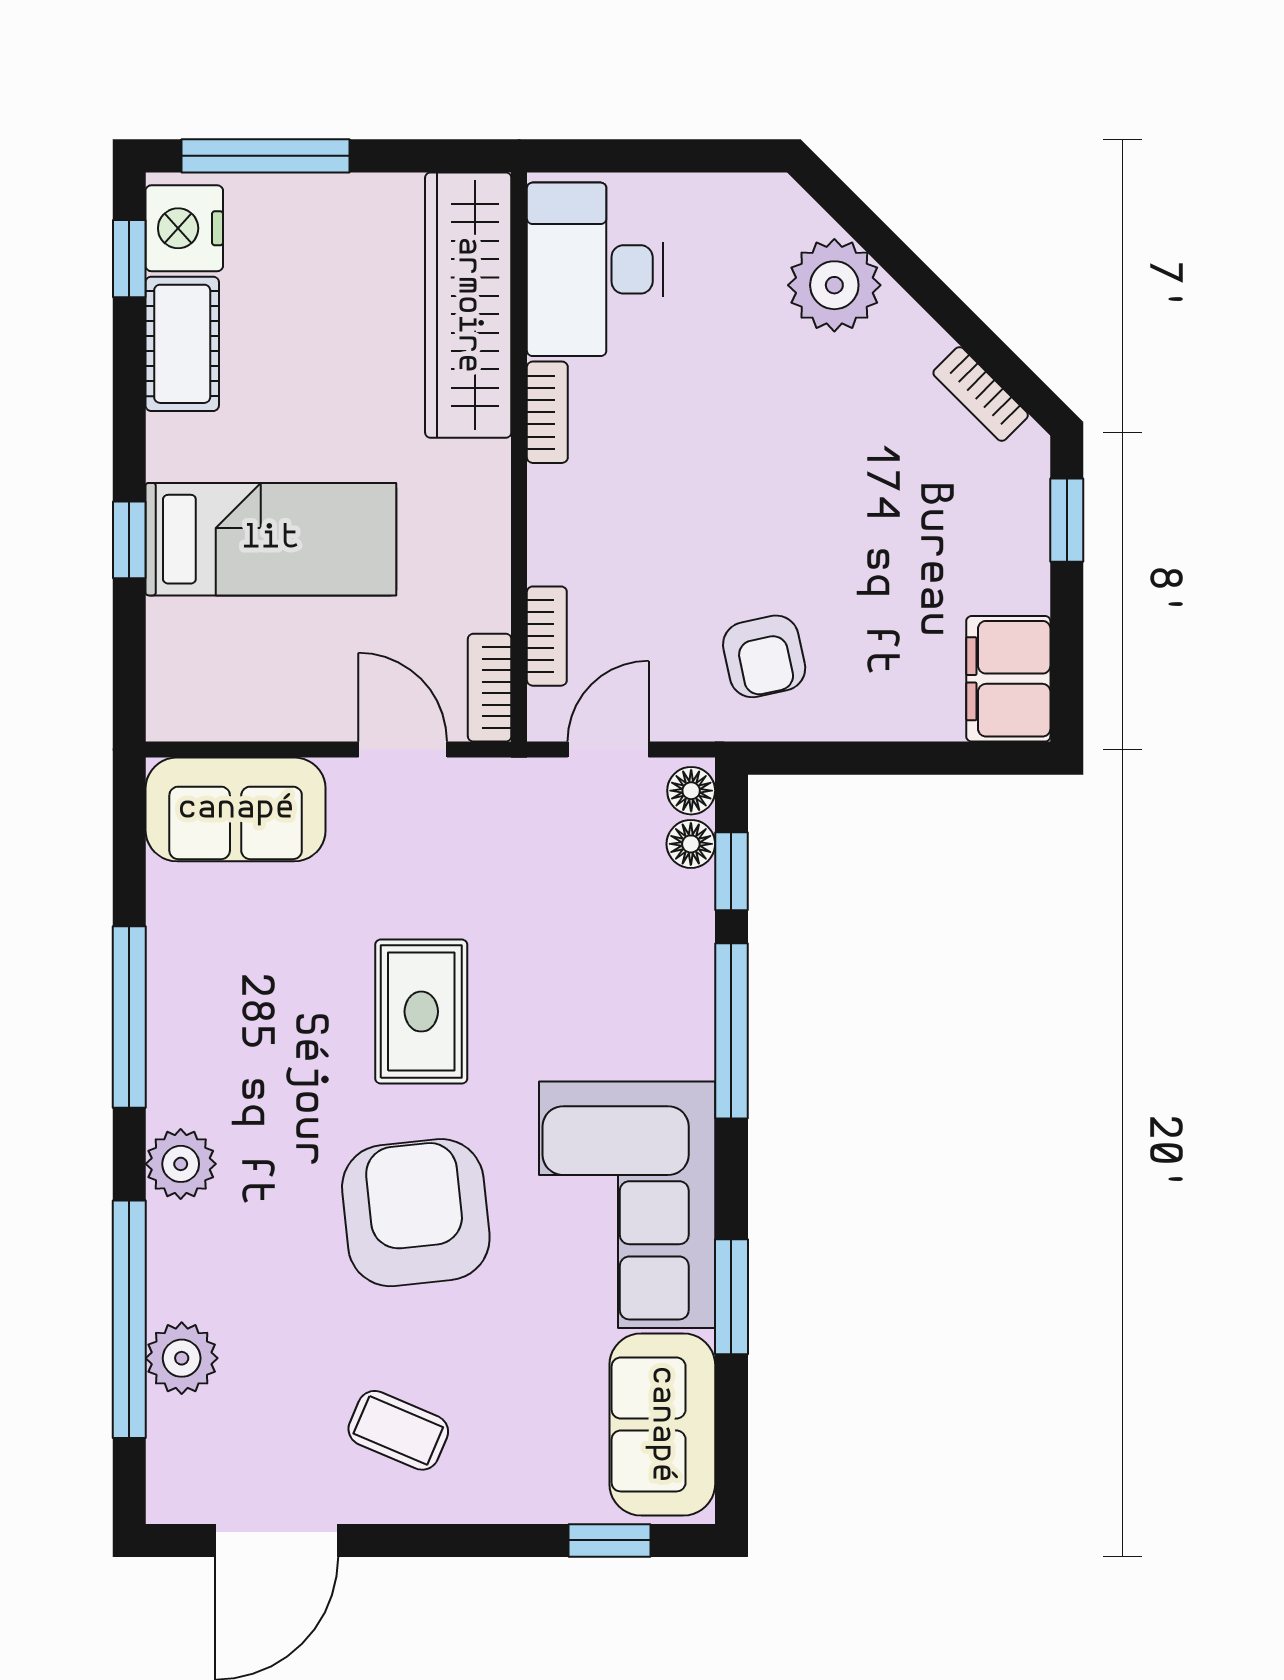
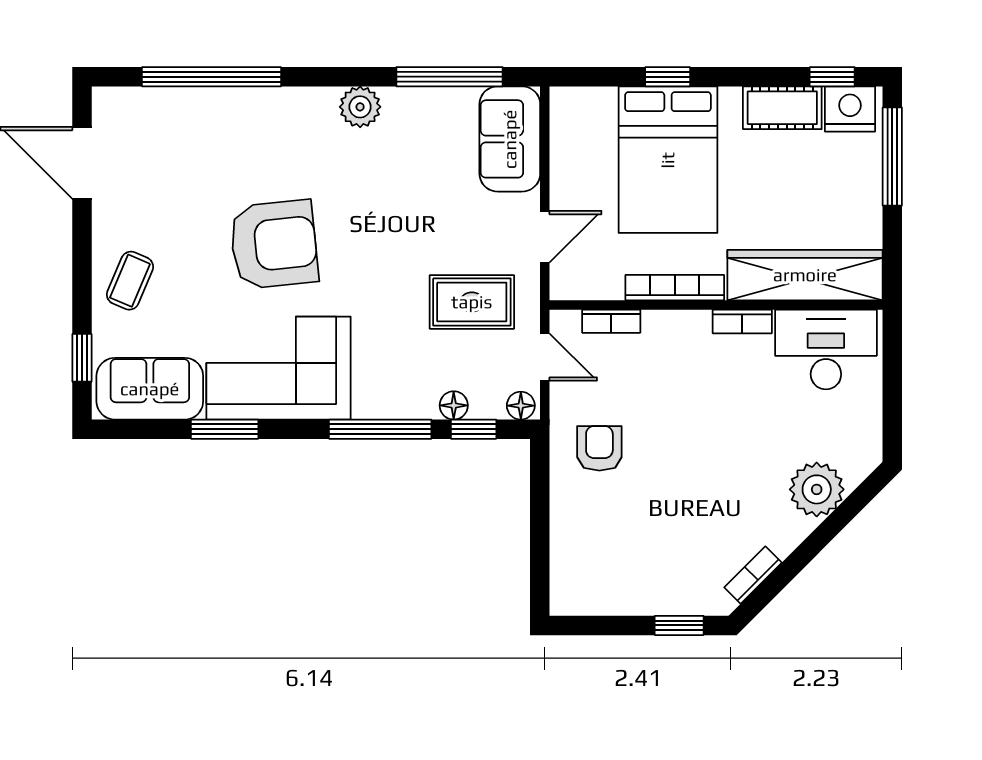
bed: (271, 539) -> (668, 160), width x1.50
armchair: (764, 656) -> (599, 448), turned 102
filing cabinet: (1008, 679) -> (586, 591), removed
bookcase: (490, 688) -> (675, 288), moved, width x1.56
floor lamp: (691, 844) -> (454, 405), moved
rug: (421, 1012) -> (472, 302), moved
window: (129, 1017) -> (449, 77), moved
plant: (181, 1164) -> (360, 107), moved
plant: (182, 1358) -> (189, 107), removed
coffee table: (398, 1430) -> (130, 281), moved

